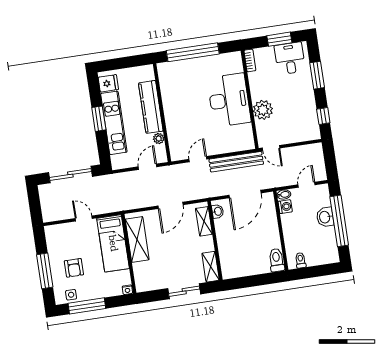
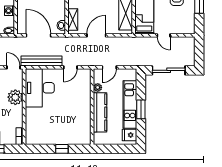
window: (193, 52) -> (62, 149), width x0.32
desk: (229, 100) -> (40, 88), moved
door: (245, 194) -> (39, 35), hinge flipped
washing machine: (285, 207) -> (9, 11), moved

